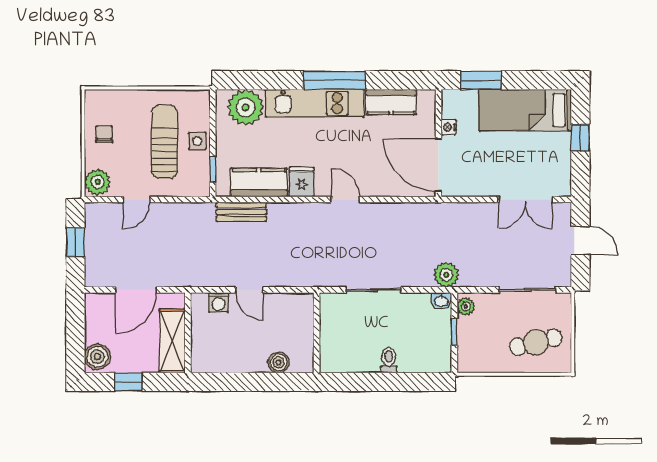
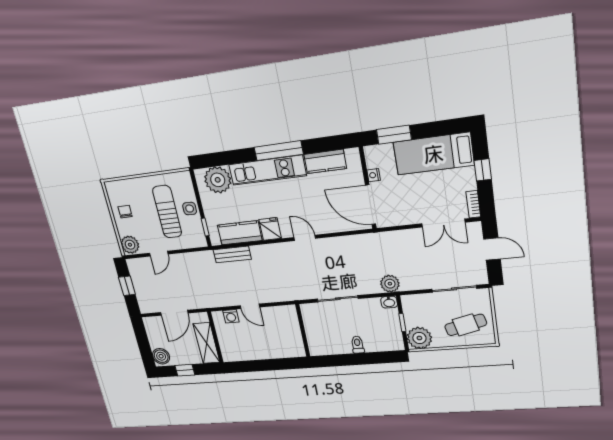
bookcase: (564, 180) -> (473, 204), added
plant: (466, 306) -> (419, 338), moved, width x1.88, depth x1.88
boiler: (279, 362) -> (281, 352), removed

